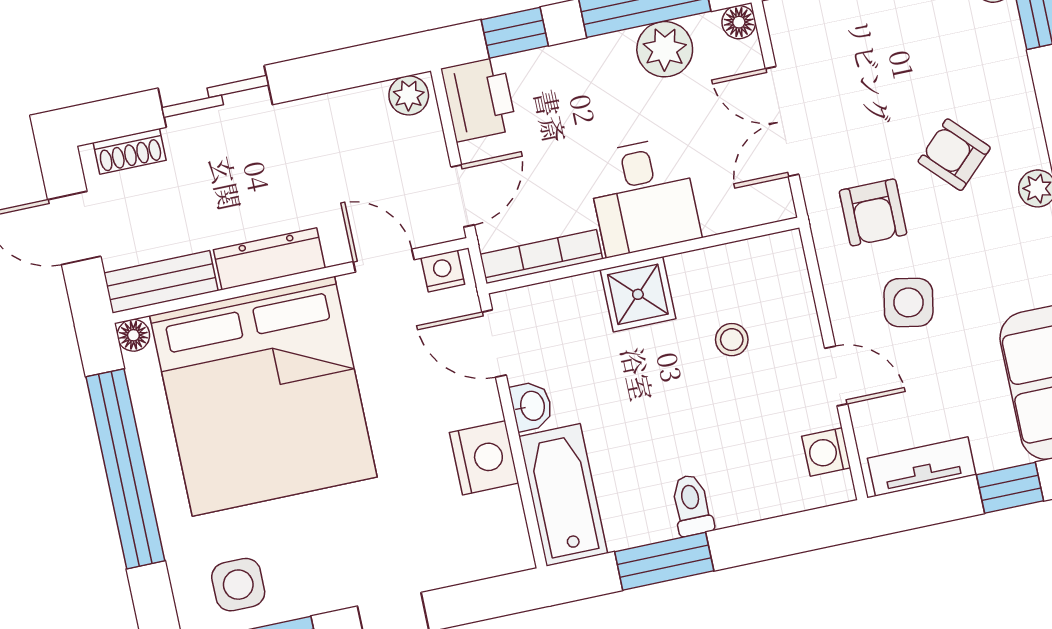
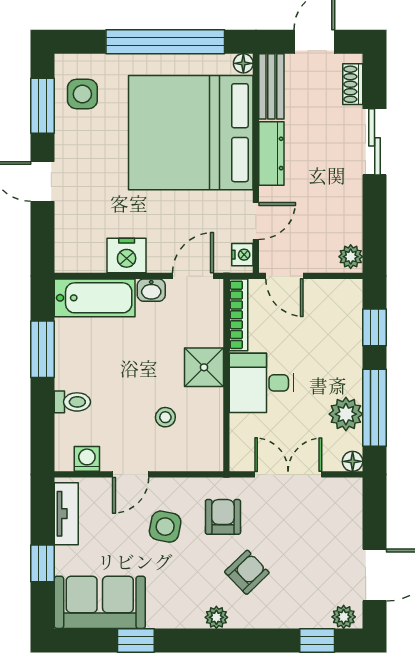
printer: (479, 99) -> (340, 298), removed
armchair: (873, 212) -> (223, 517), turned 90
toilet: (692, 505) -> (72, 402), moved

